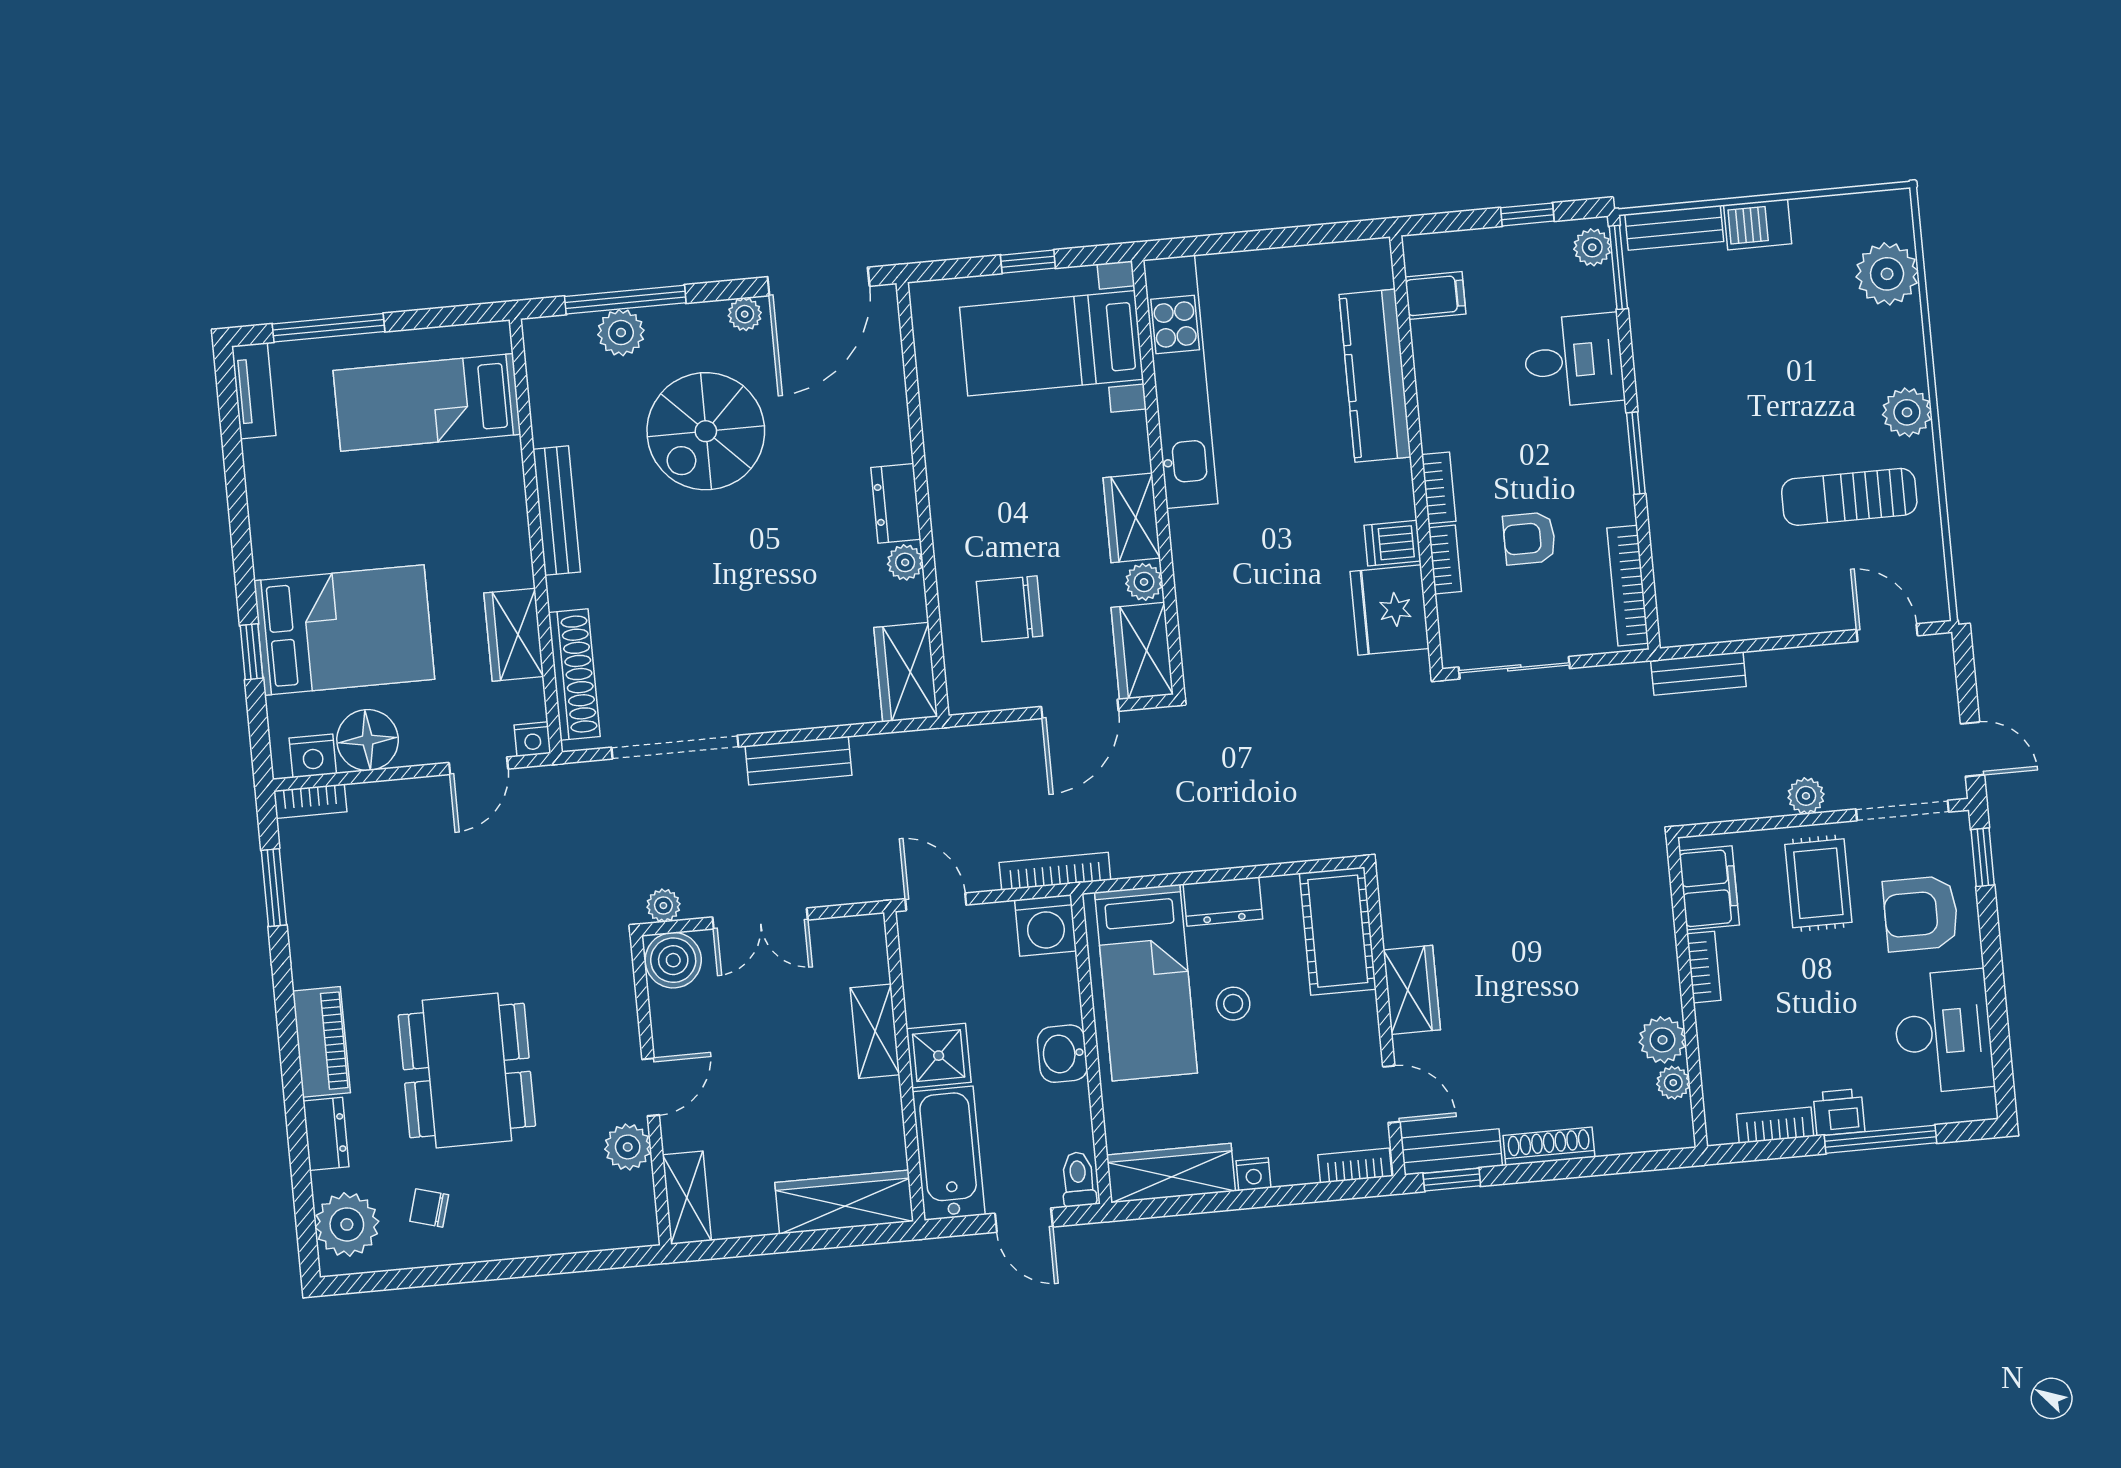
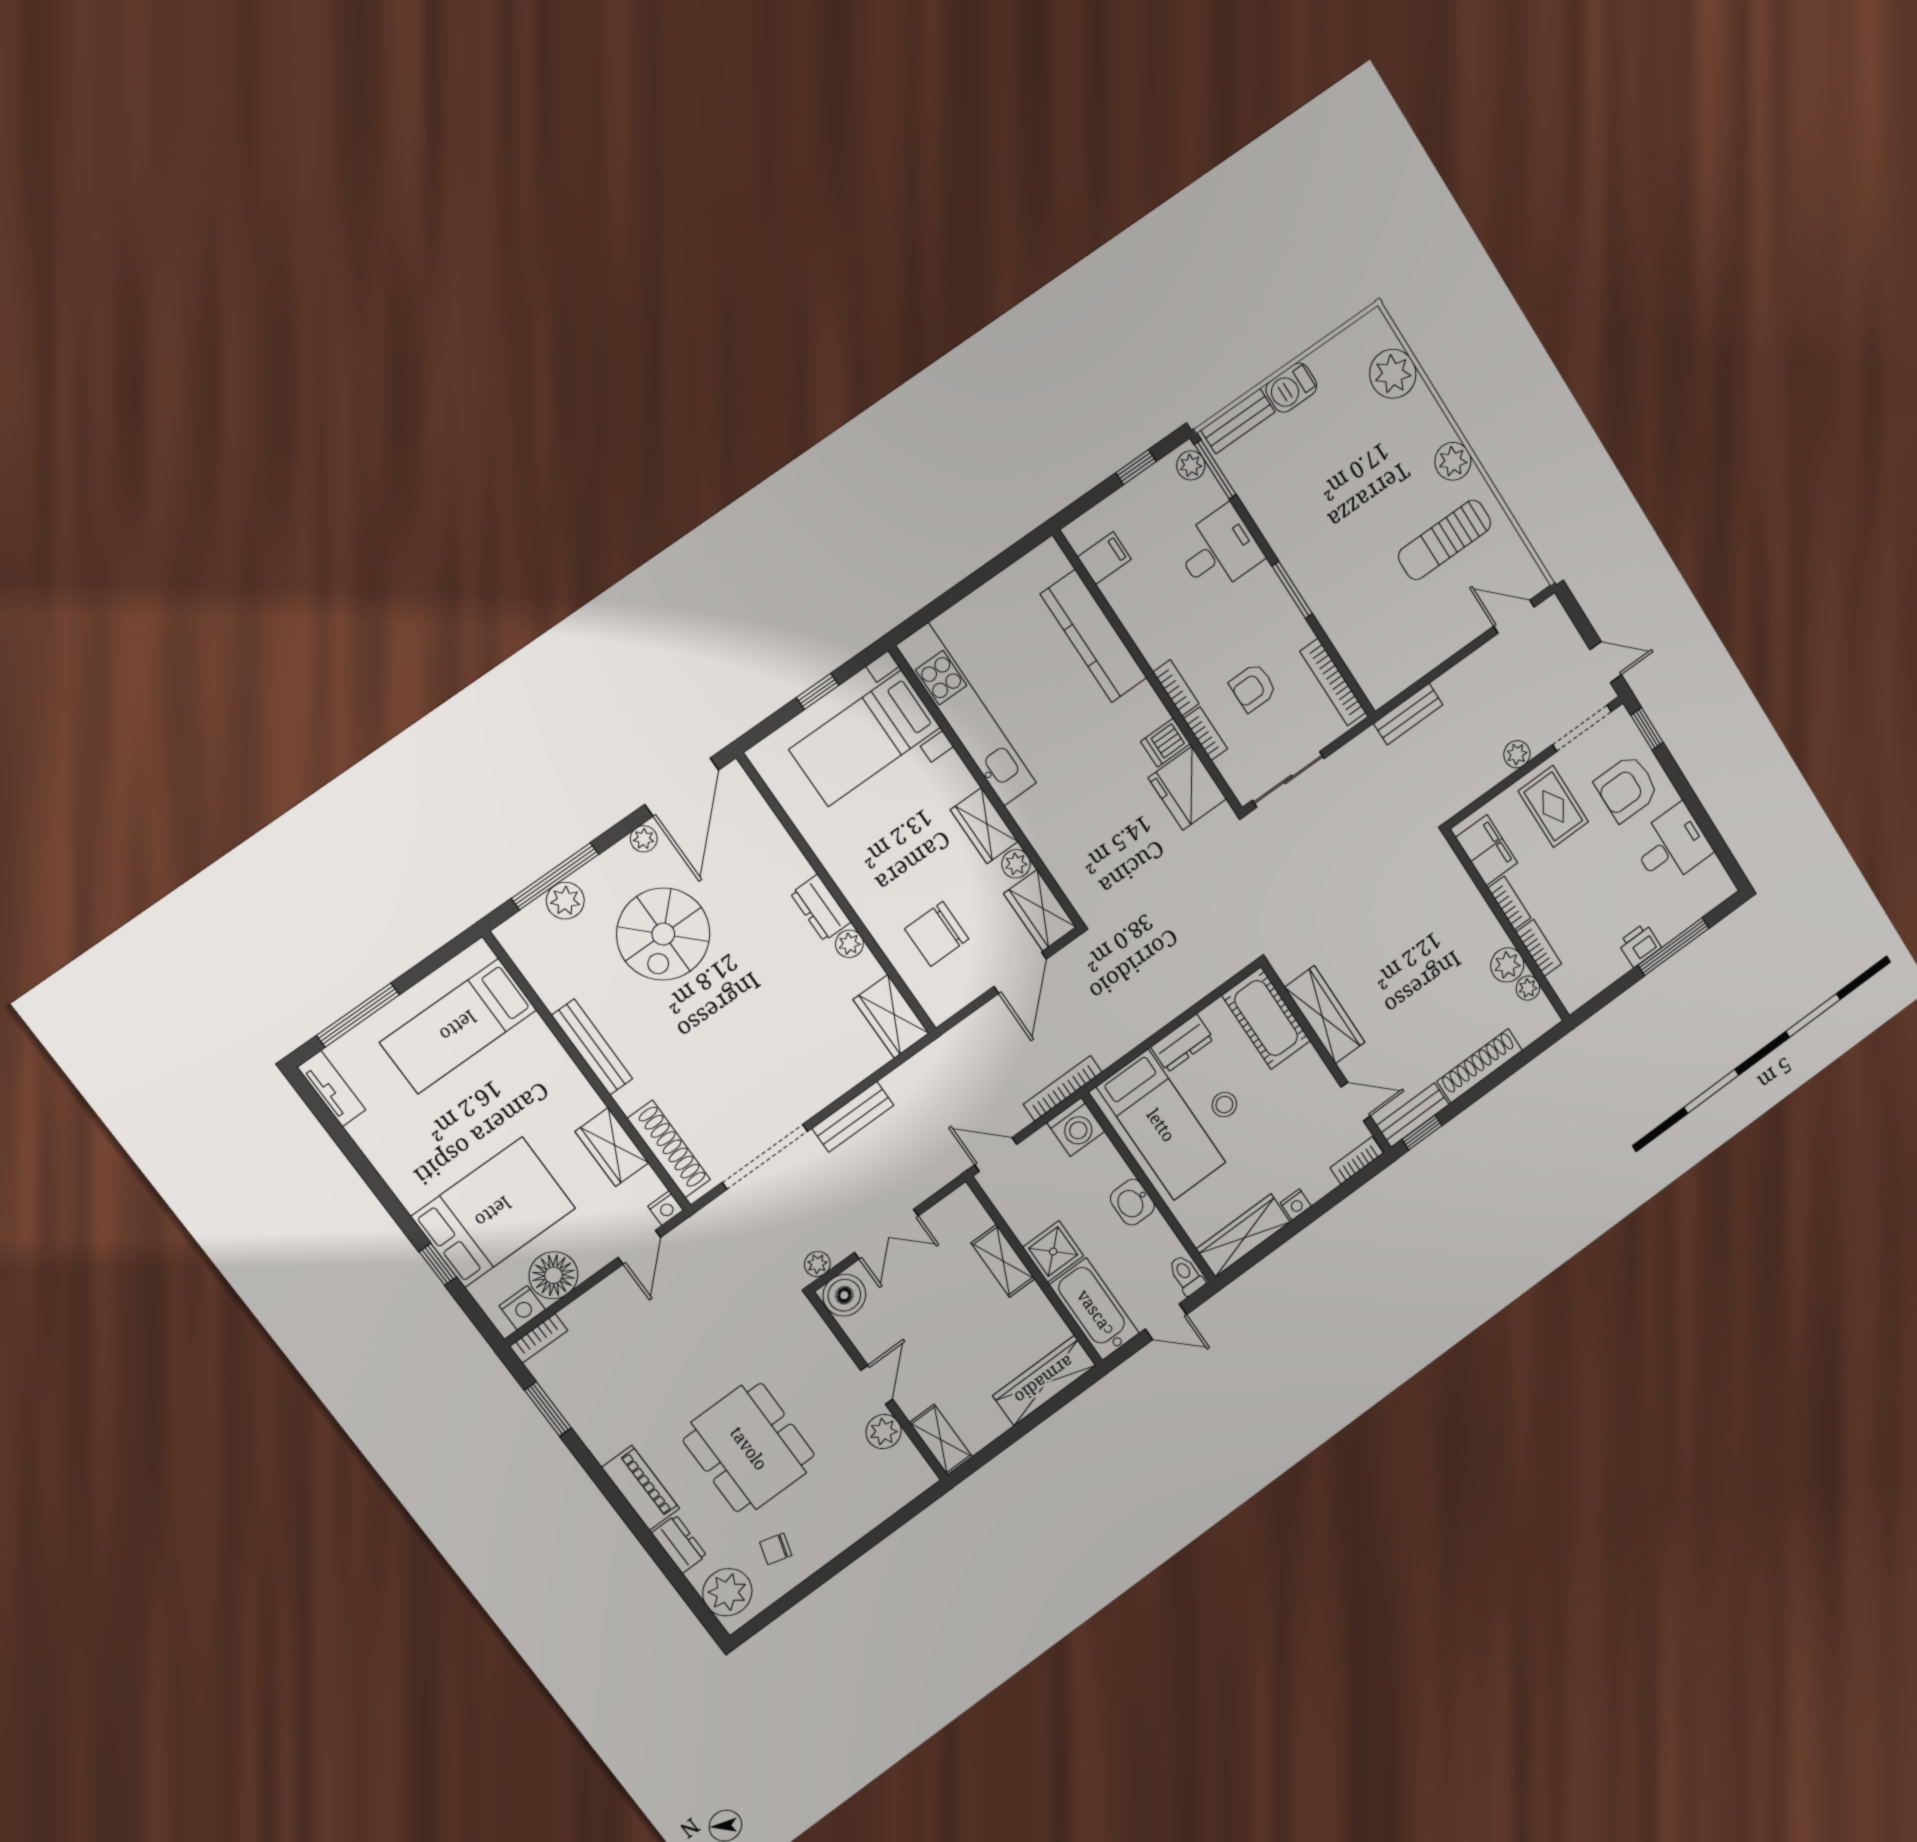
wardrobe: (1412, 990) -> (1325, 1015), width x1.50
desk: (1943, 1031) -> (1672, 846), width x0.73
bookcase: (1775, 1125) -> (1539, 948), moved, turned 90
shoe rack: (1549, 1146) -> (1480, 1066), width x1.36, depth x1.24

